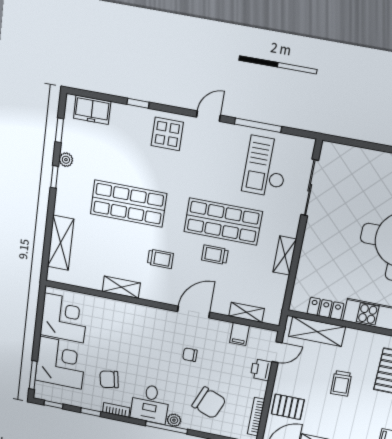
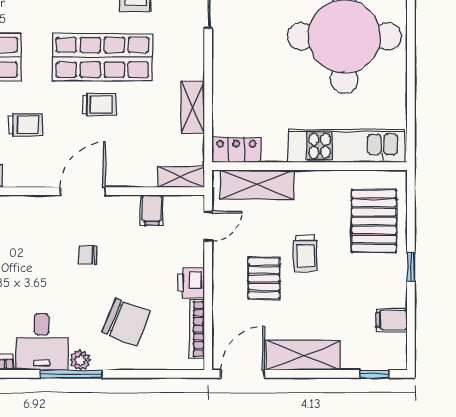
trolley: (215, 255) -> (99, 104), turned 180
shelving: (285, 256) -> (193, 108), moved
locker: (325, 309) -> (236, 150), moved
shelving: (247, 312) -> (181, 177), moved
printer: (261, 370) -> (191, 283), moved
pallet: (288, 407) -> (264, 278), moved, turned 90

